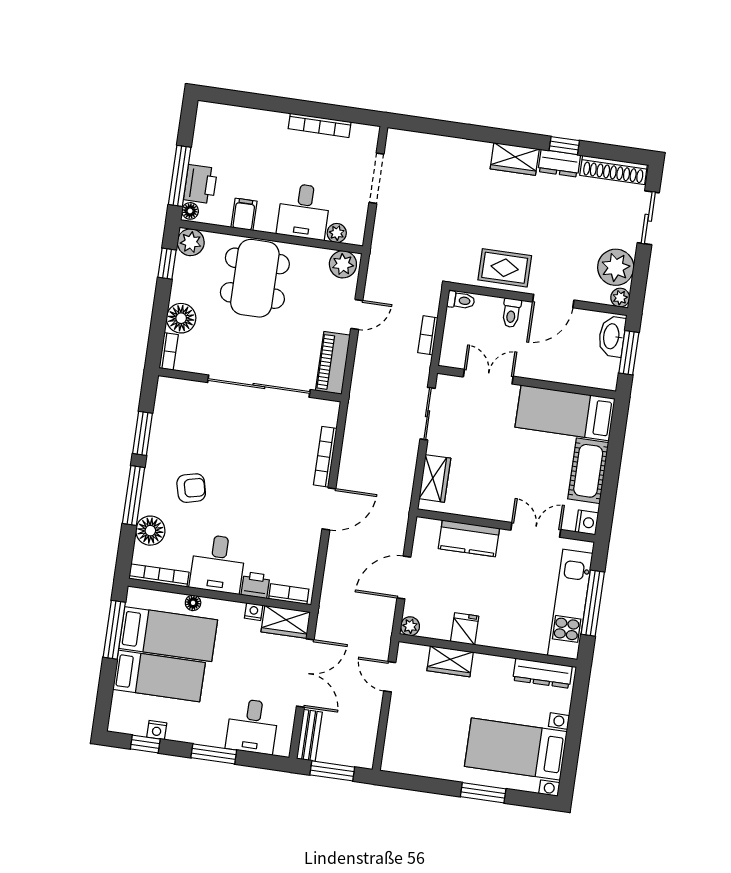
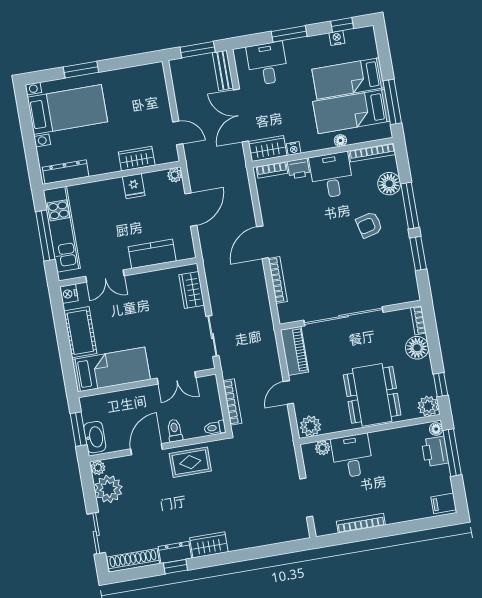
filing cabinet: (244, 214) -> (444, 503), moved, turned 90
bookcase: (428, 335) -> (232, 402), width x1.56

